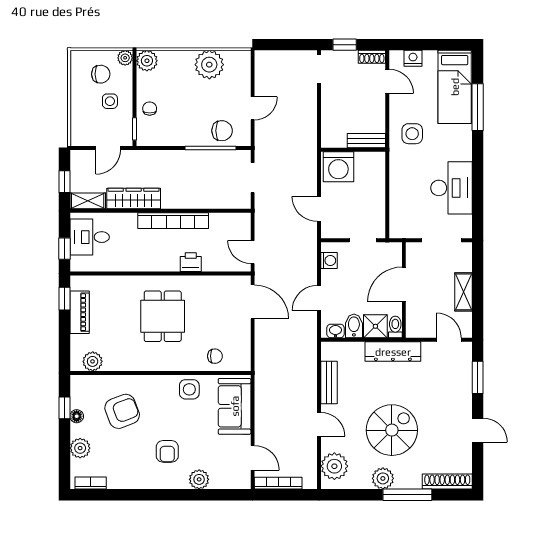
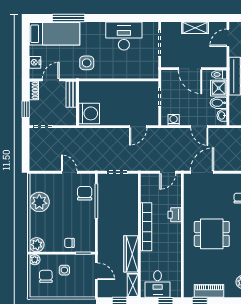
bench: (366, 141) -> (71, 94), moved
wall: (353, 150) -> (77, 103), moved
washing machine: (338, 167) -> (89, 113), moved

